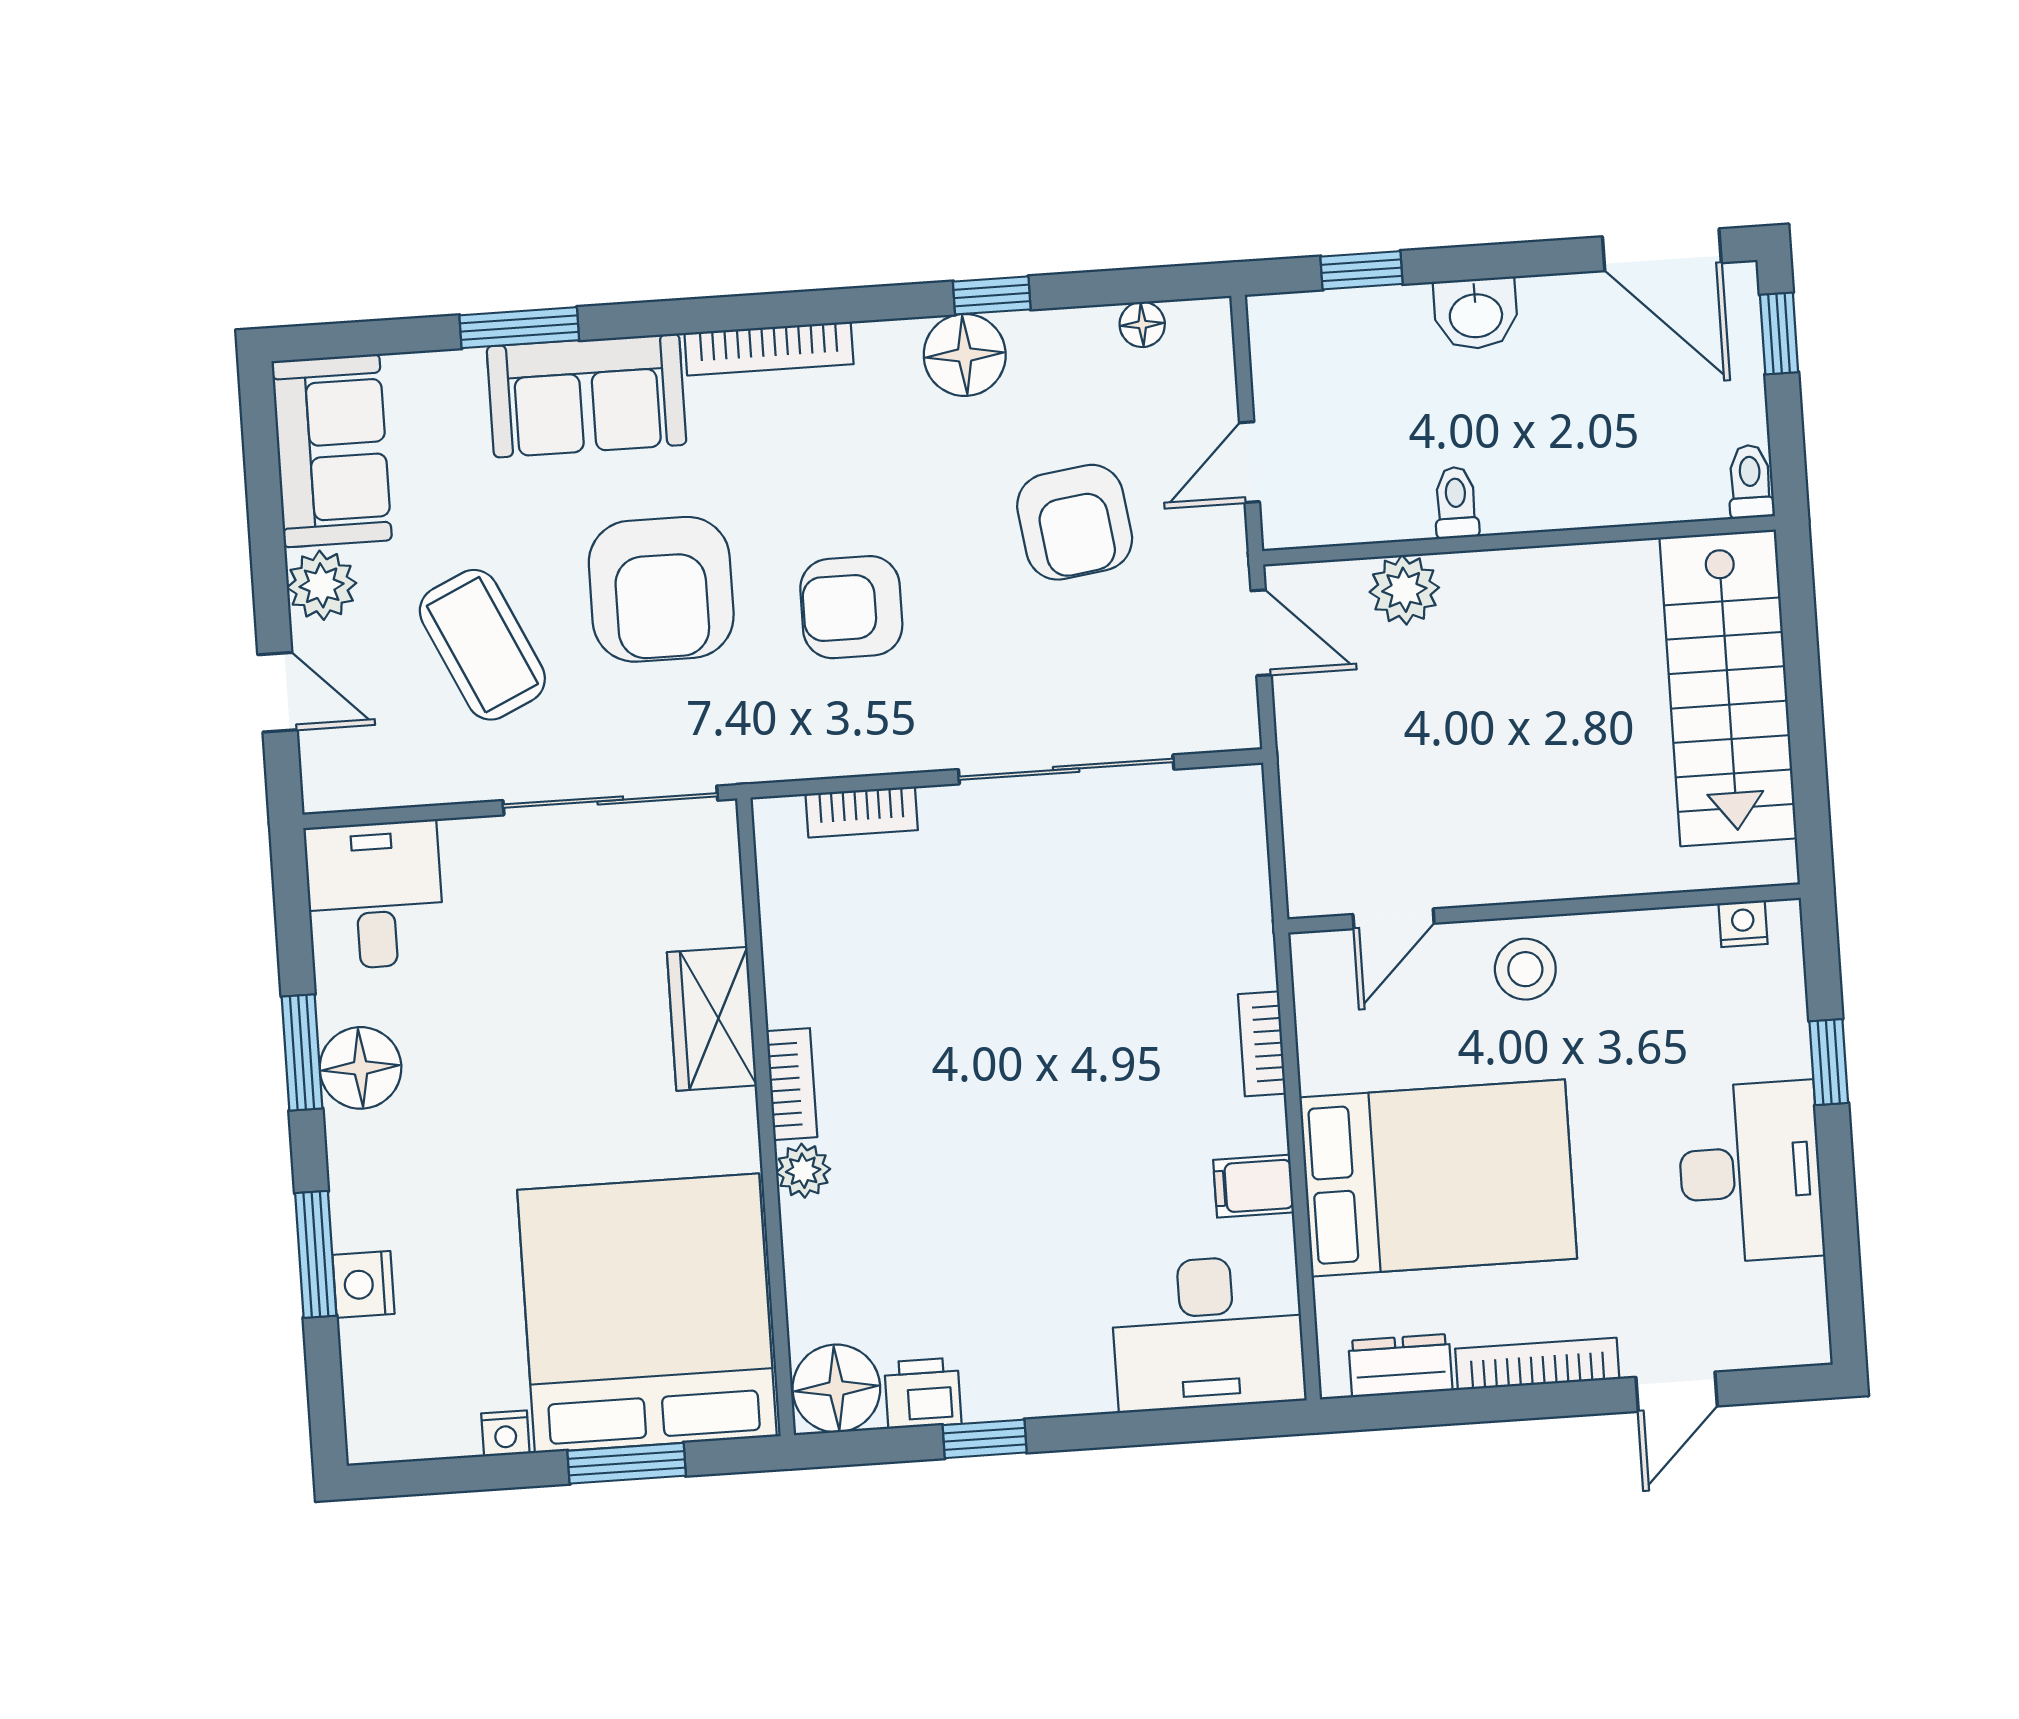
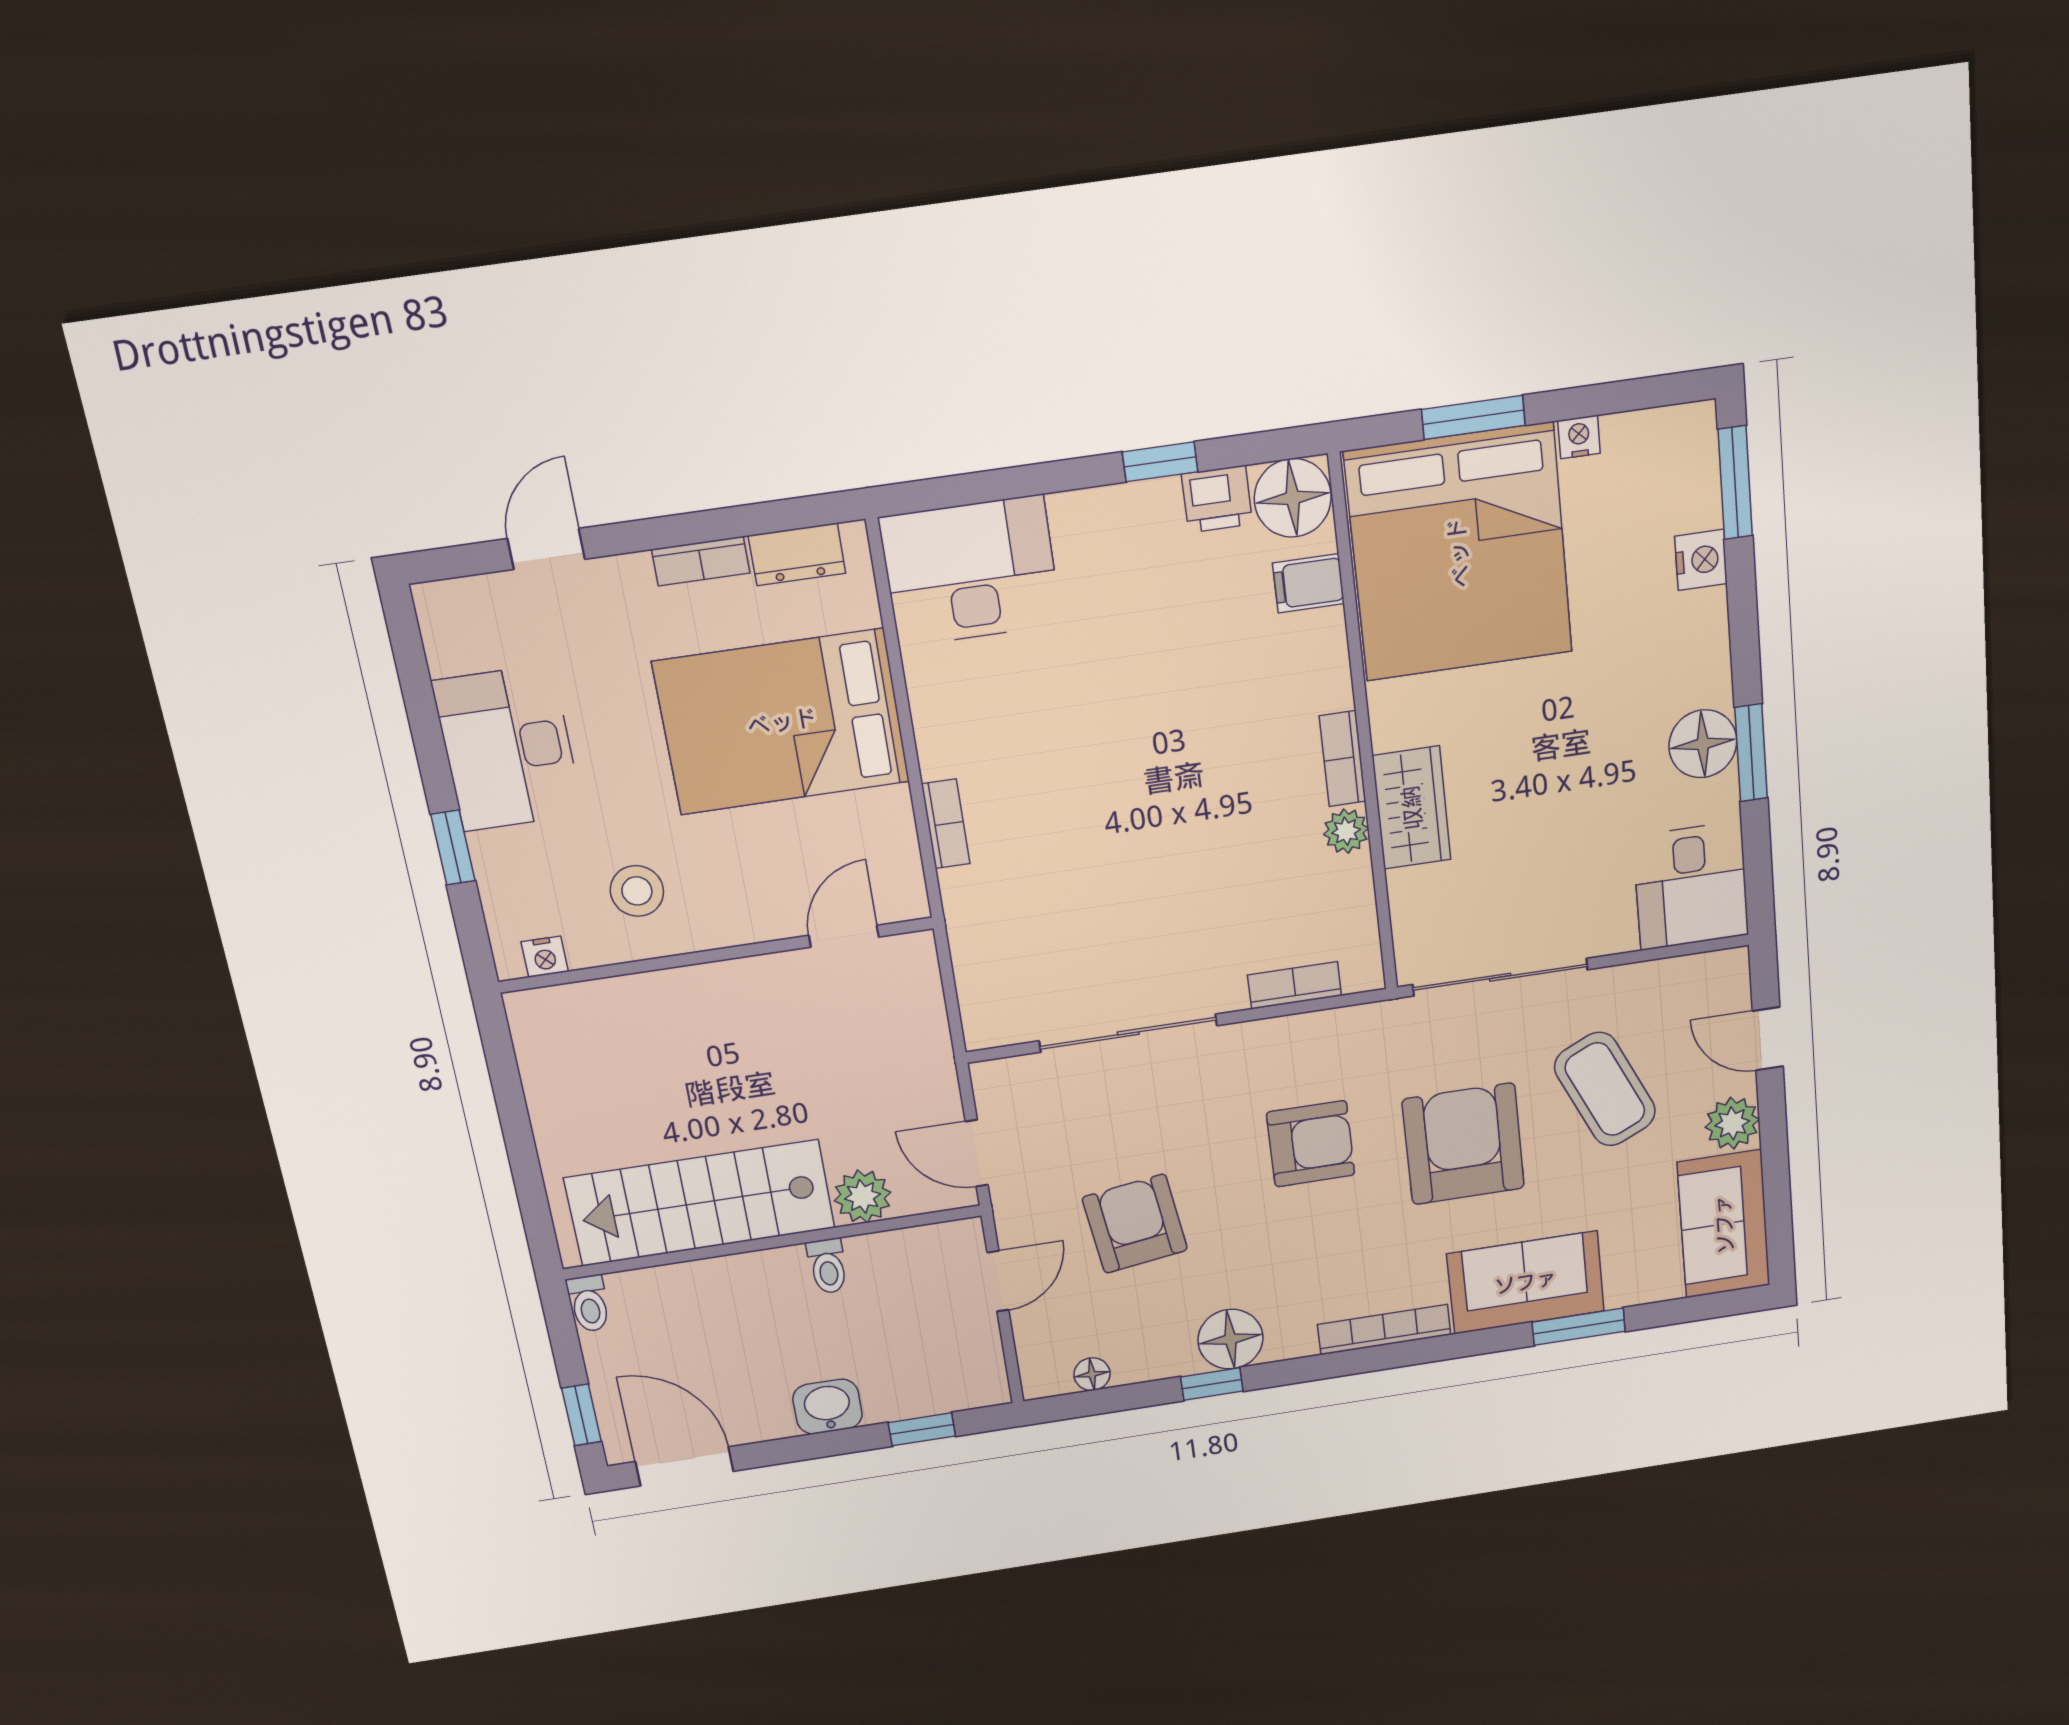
stairs: (1728, 688) -> (700, 1203), moved, turned -90
stool: (1525, 969) -> (637, 891), moved
plant: (803, 1171) -> (1346, 831), moved
filing cabinet: (1254, 1186) -> (1309, 583), moved, turned 180
window: (316, 1254) -> (1735, 483), moved
bookcase: (1537, 1364) -> (701, 561), width x0.64

